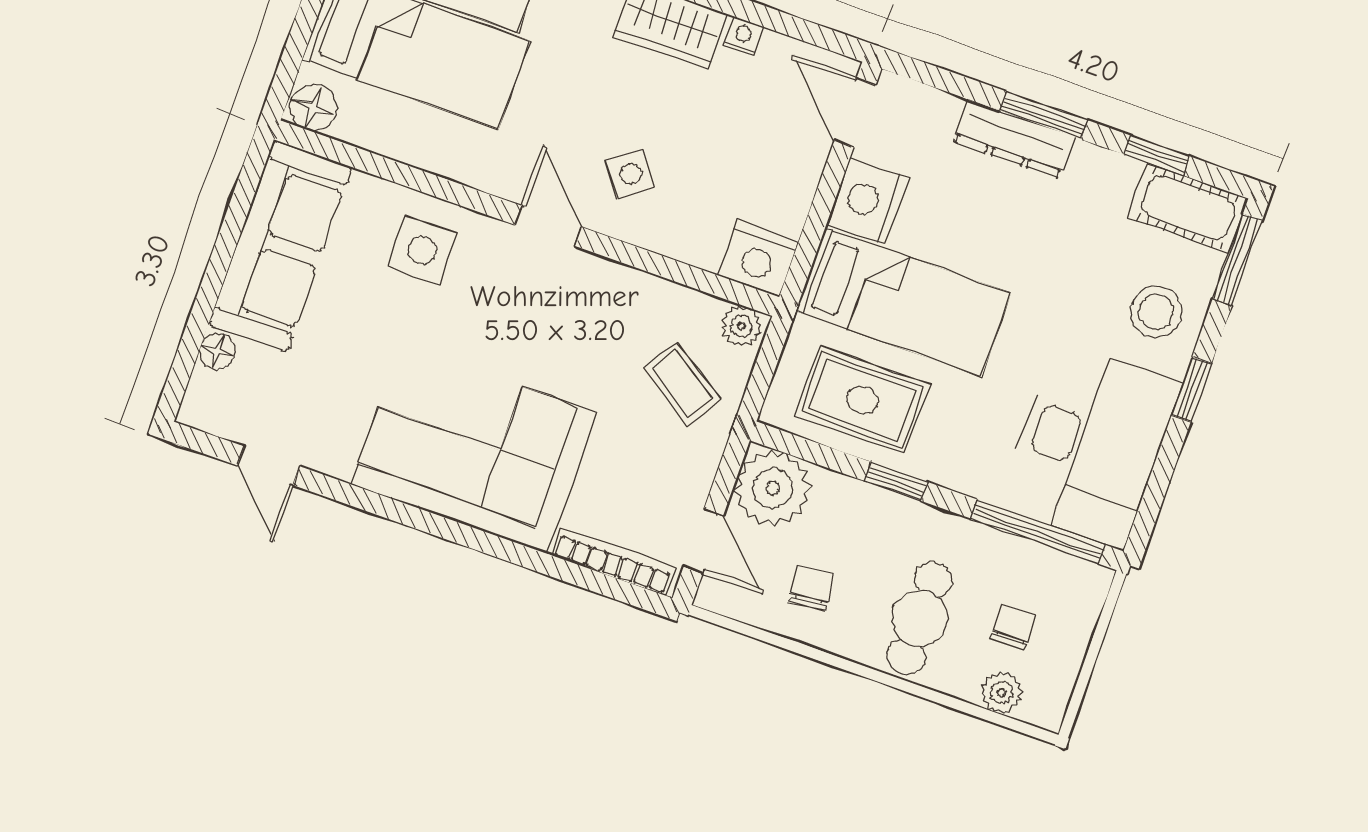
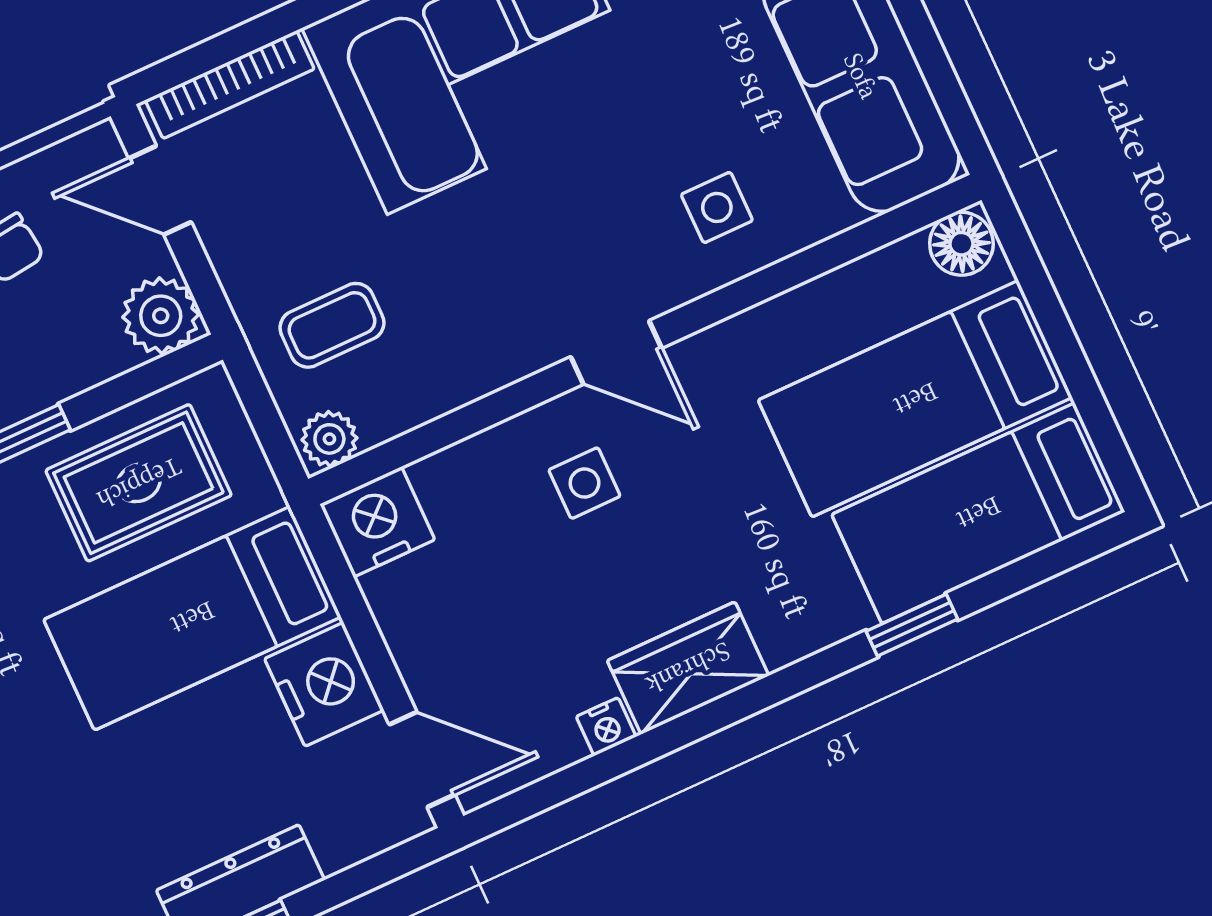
side table: (631, 174) -> (584, 483), turned 37
side table: (422, 250) -> (717, 207), width x0.73, depth x0.73
coffee table: (682, 384) -> (332, 325), turned -33
plant: (773, 488) -> (161, 316), width x0.73, depth x0.73

